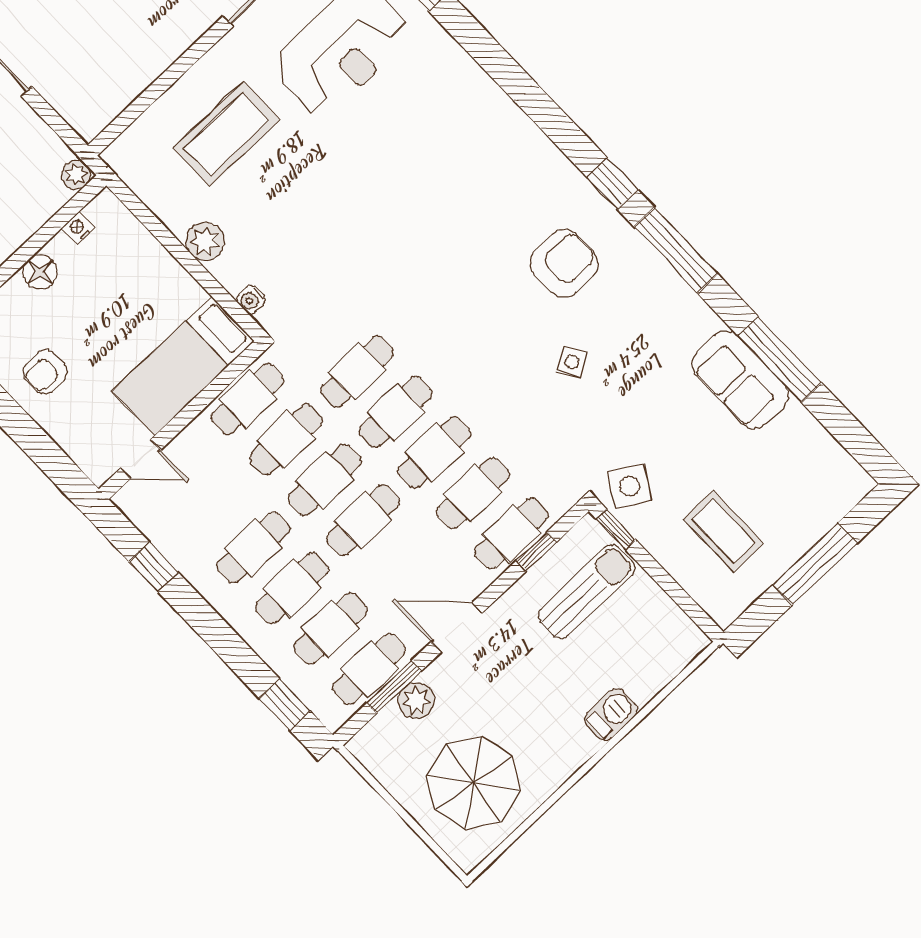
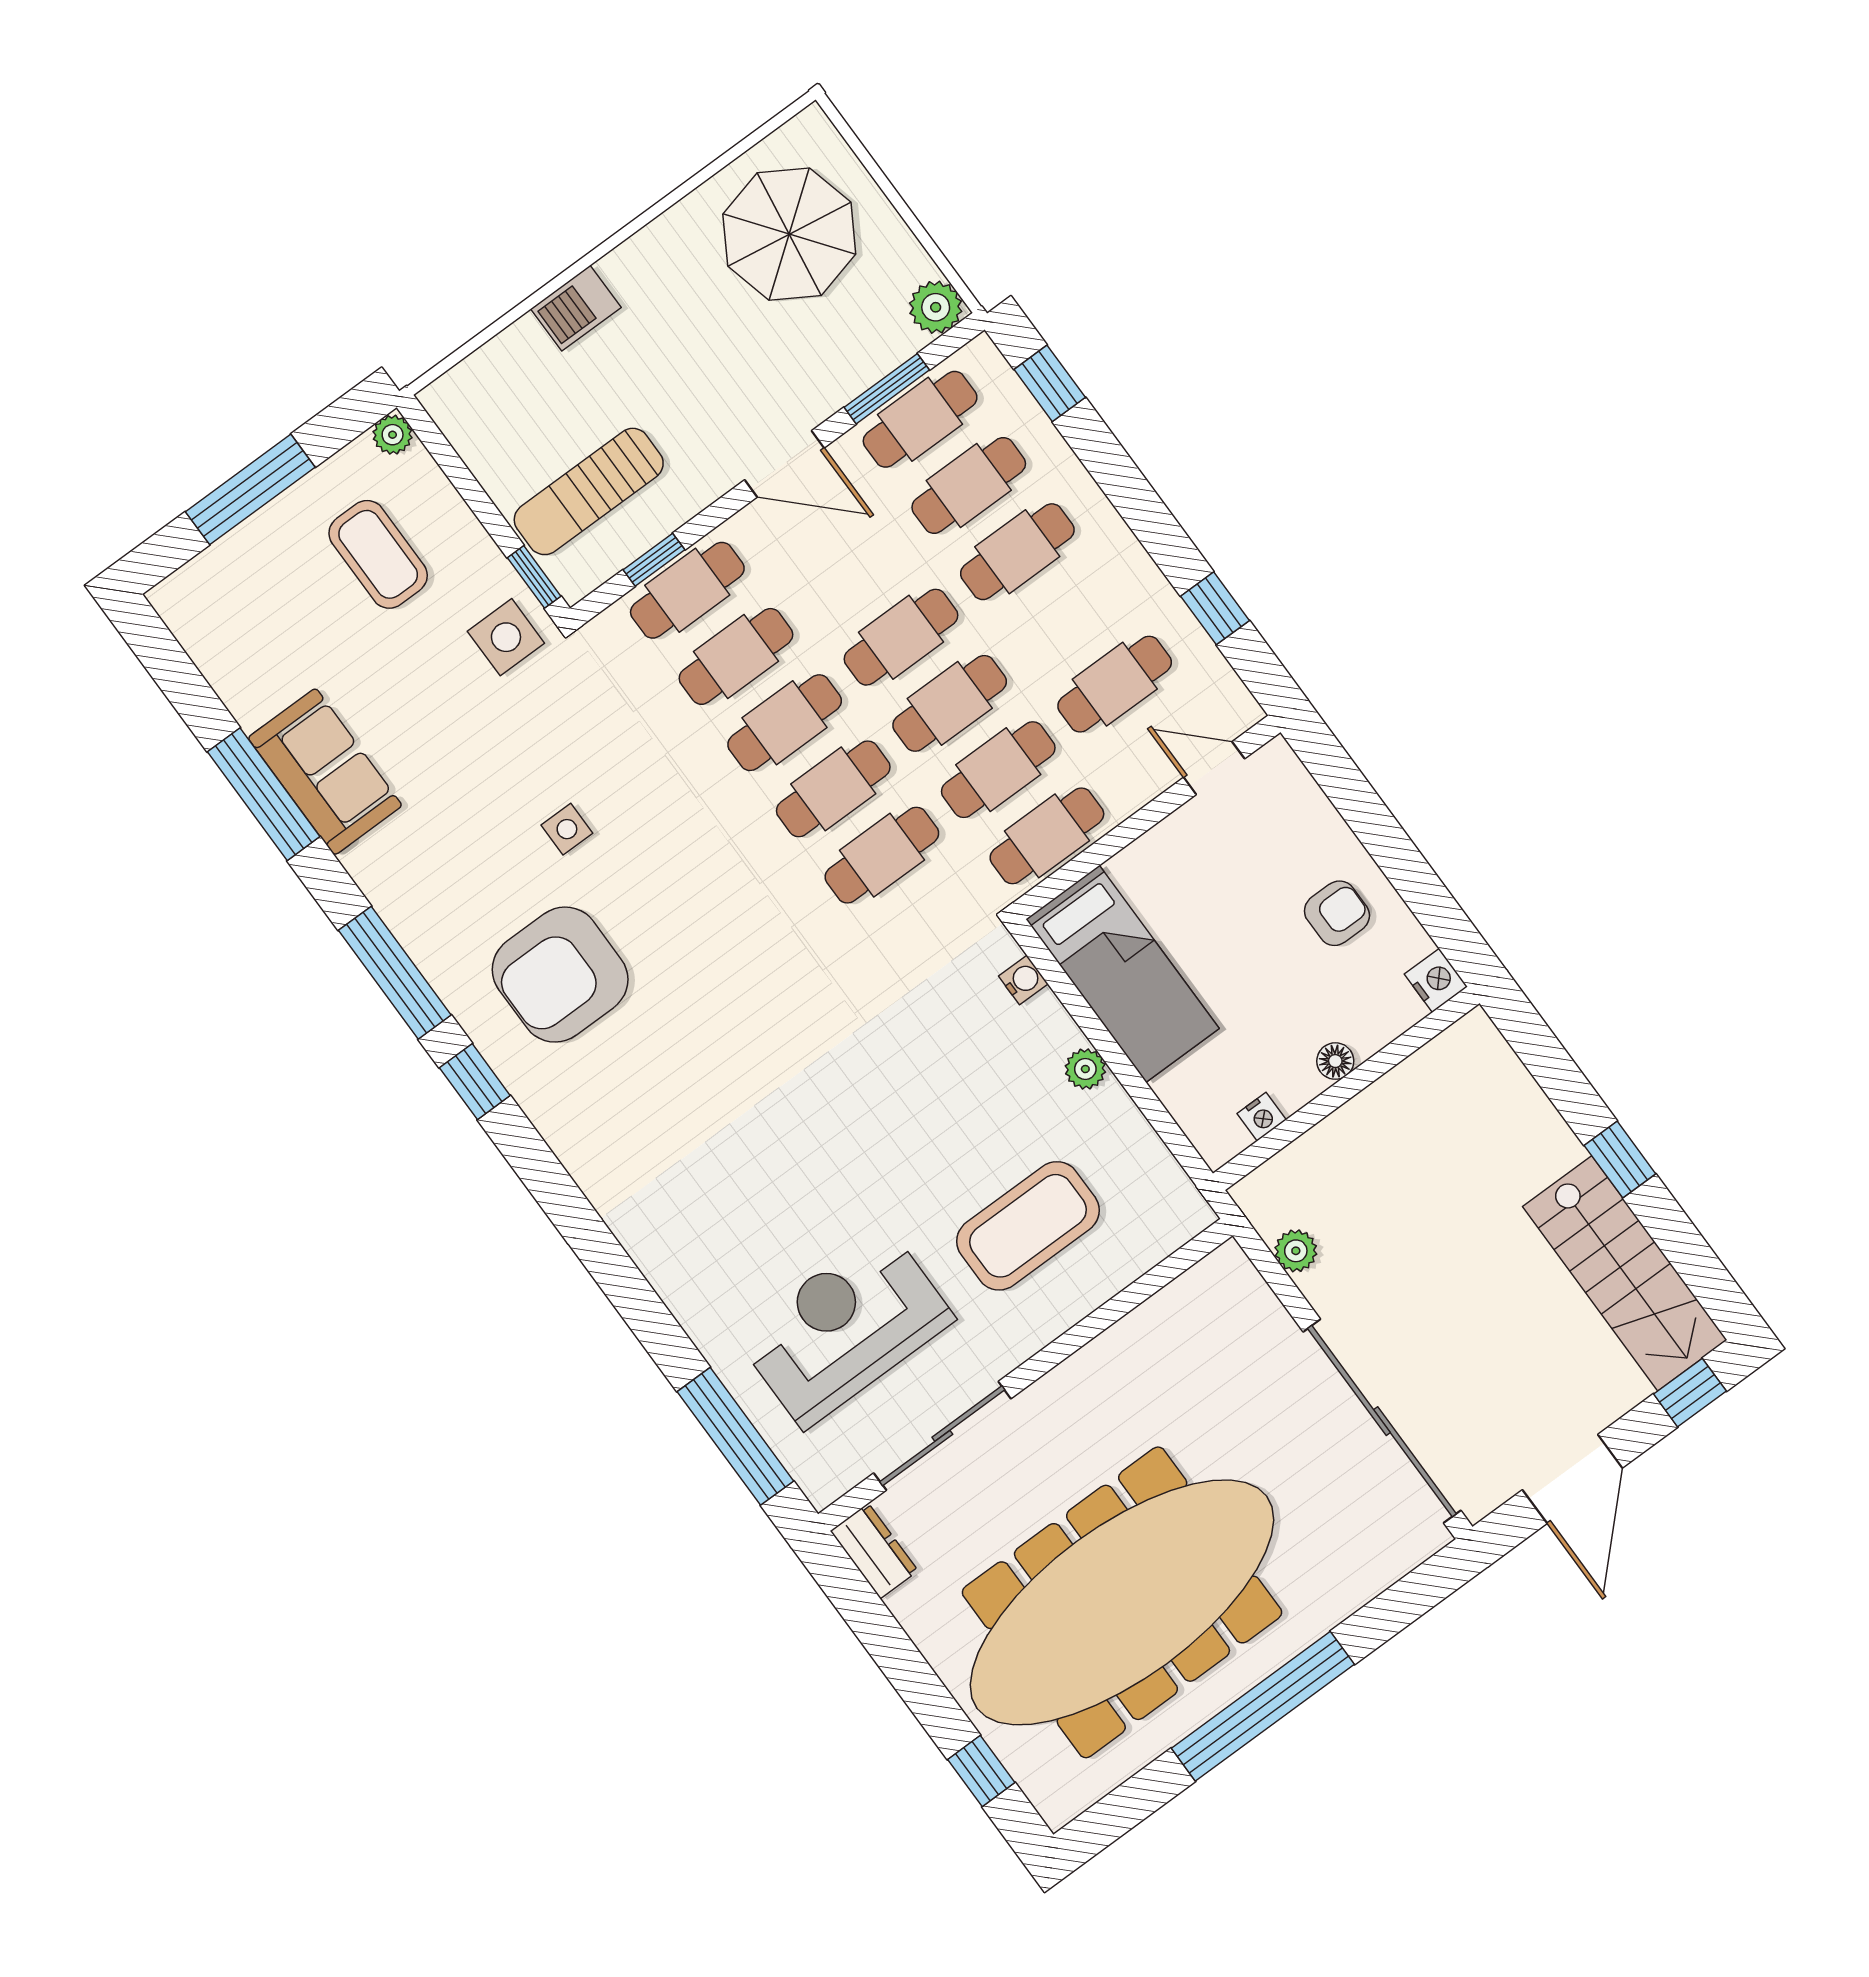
plant: (76, 175) -> (1296, 1251), moved
plant: (205, 241) -> (1085, 1069), width x0.73, depth x0.73
armchair: (564, 263) -> (560, 975), width x1.36, depth x1.36
floor lamp: (40, 272) -> (1335, 1061), width x0.73, depth x0.73
side table: (572, 362) -> (567, 829), turned 30
bed: (183, 366) -> (1123, 974), moved, turned 90
side table: (630, 486) -> (506, 637), turned -31
cafe table: (253, 548) -> (1115, 684), moved
plant: (724, 613) -> (393, 435), added
plant: (416, 700) -> (936, 307), moved

